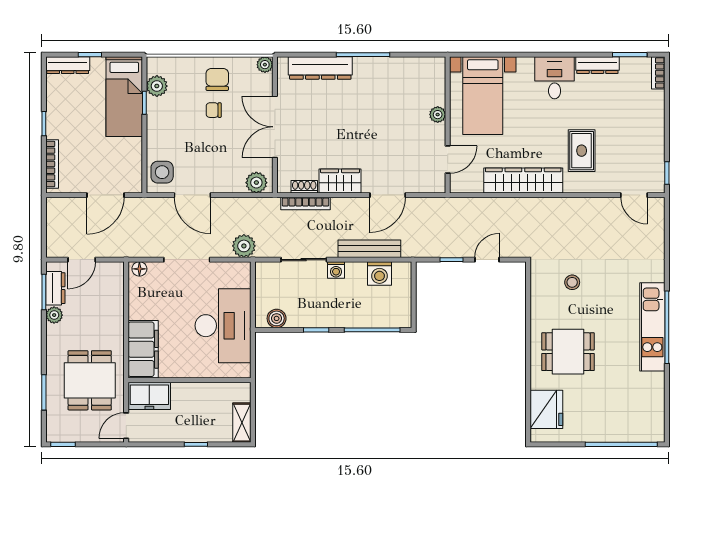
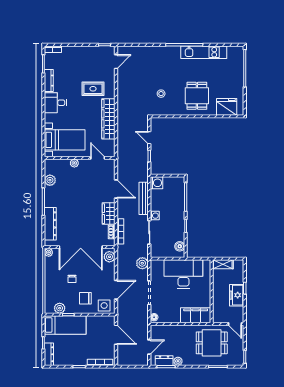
plant: (405, 67) -> (50, 180), added
chair: (217, 79) -> (85, 298), moved
double door: (275, 127) -> (81, 247), width x1.36
door: (82, 260) -> (149, 347), hinge flipped
washing machine: (379, 274) -> (156, 183), moved
kitchen unit: (652, 327) -> (204, 52), moved
freezer: (149, 396) -> (237, 295), moved, turned 180
shelving: (242, 423) -> (223, 264), moved

